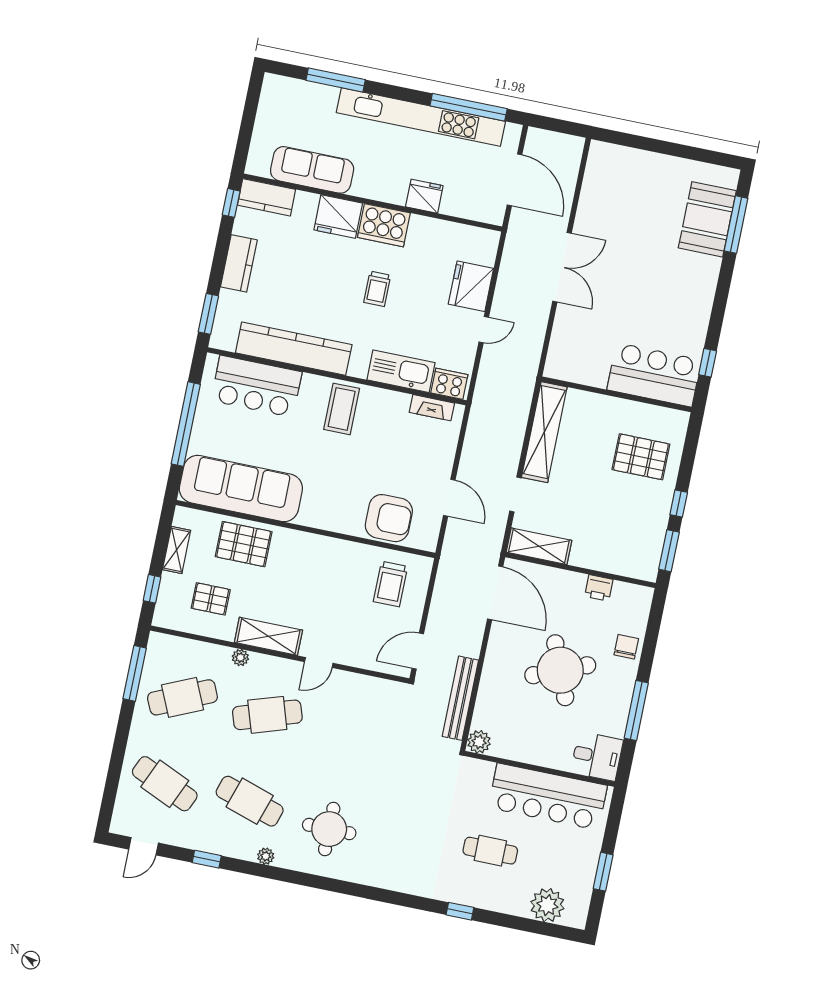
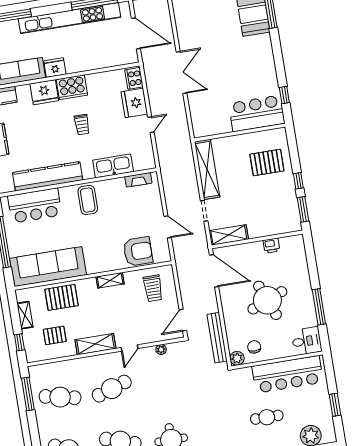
fridge: (424, 196) -> (55, 68), moved
cooker: (449, 384) -> (134, 78), moved, turned -90
shelving: (329, 546) -> (110, 280), added
chair: (626, 647) -> (254, 347), moved
plant: (240, 658) -> (161, 350), moved
cafe table: (182, 697) -> (60, 397), turned 36

